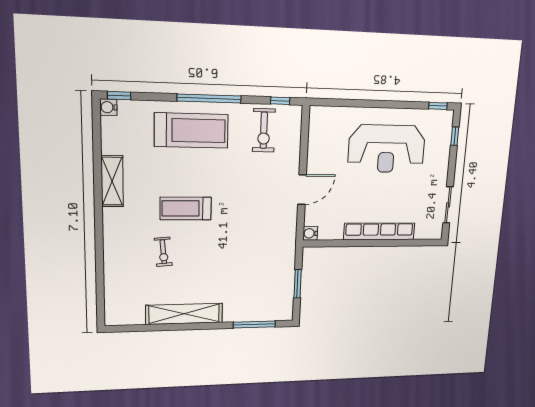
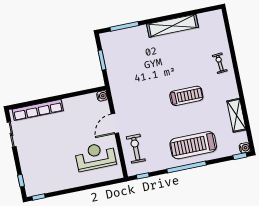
exercise bike: (264, 130) -> (136, 149), moved
reception desk: (387, 149) -> (95, 156), moved, width x0.74, depth x0.77
shelving: (112, 181) -> (237, 115), moved
row of seats: (379, 232) -> (38, 110), moved
exercise bike: (163, 252) -> (220, 63), moved

